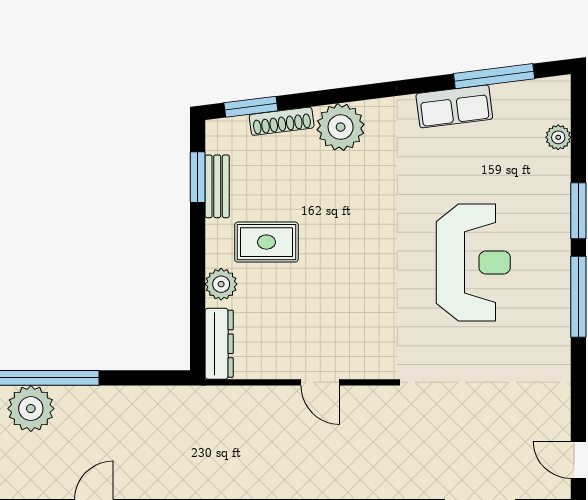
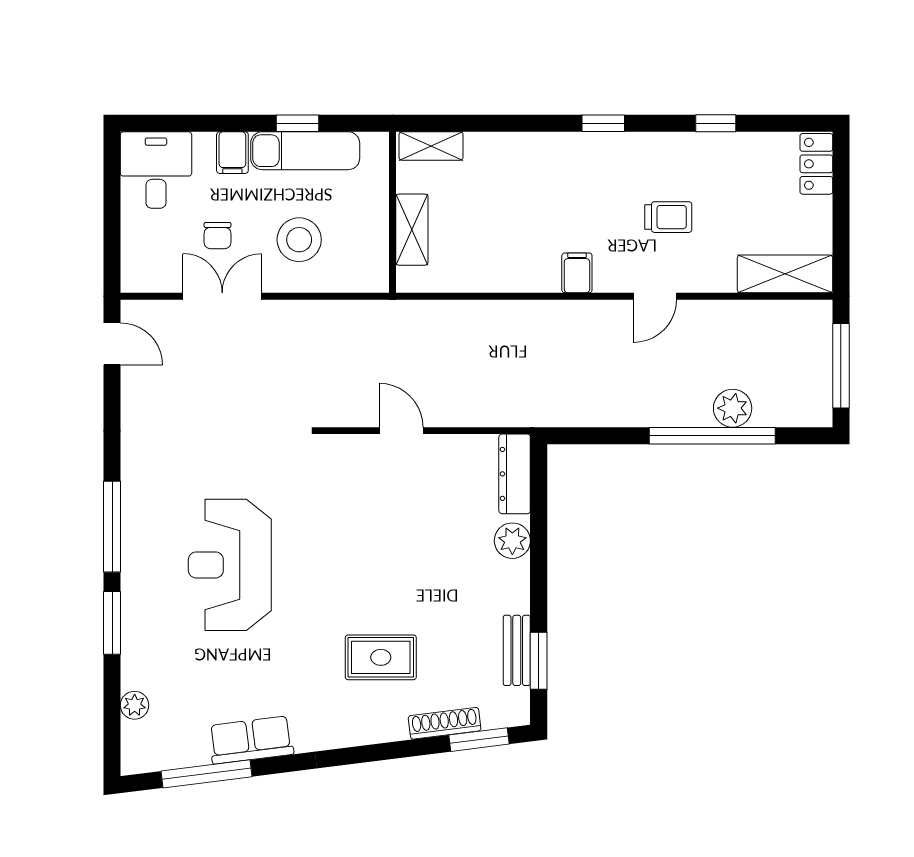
plant: (341, 127) -> (378, 717), removed
rug: (266, 242) -> (381, 657), moved
plant: (31, 409) -> (733, 408), width x0.73, depth x0.73

